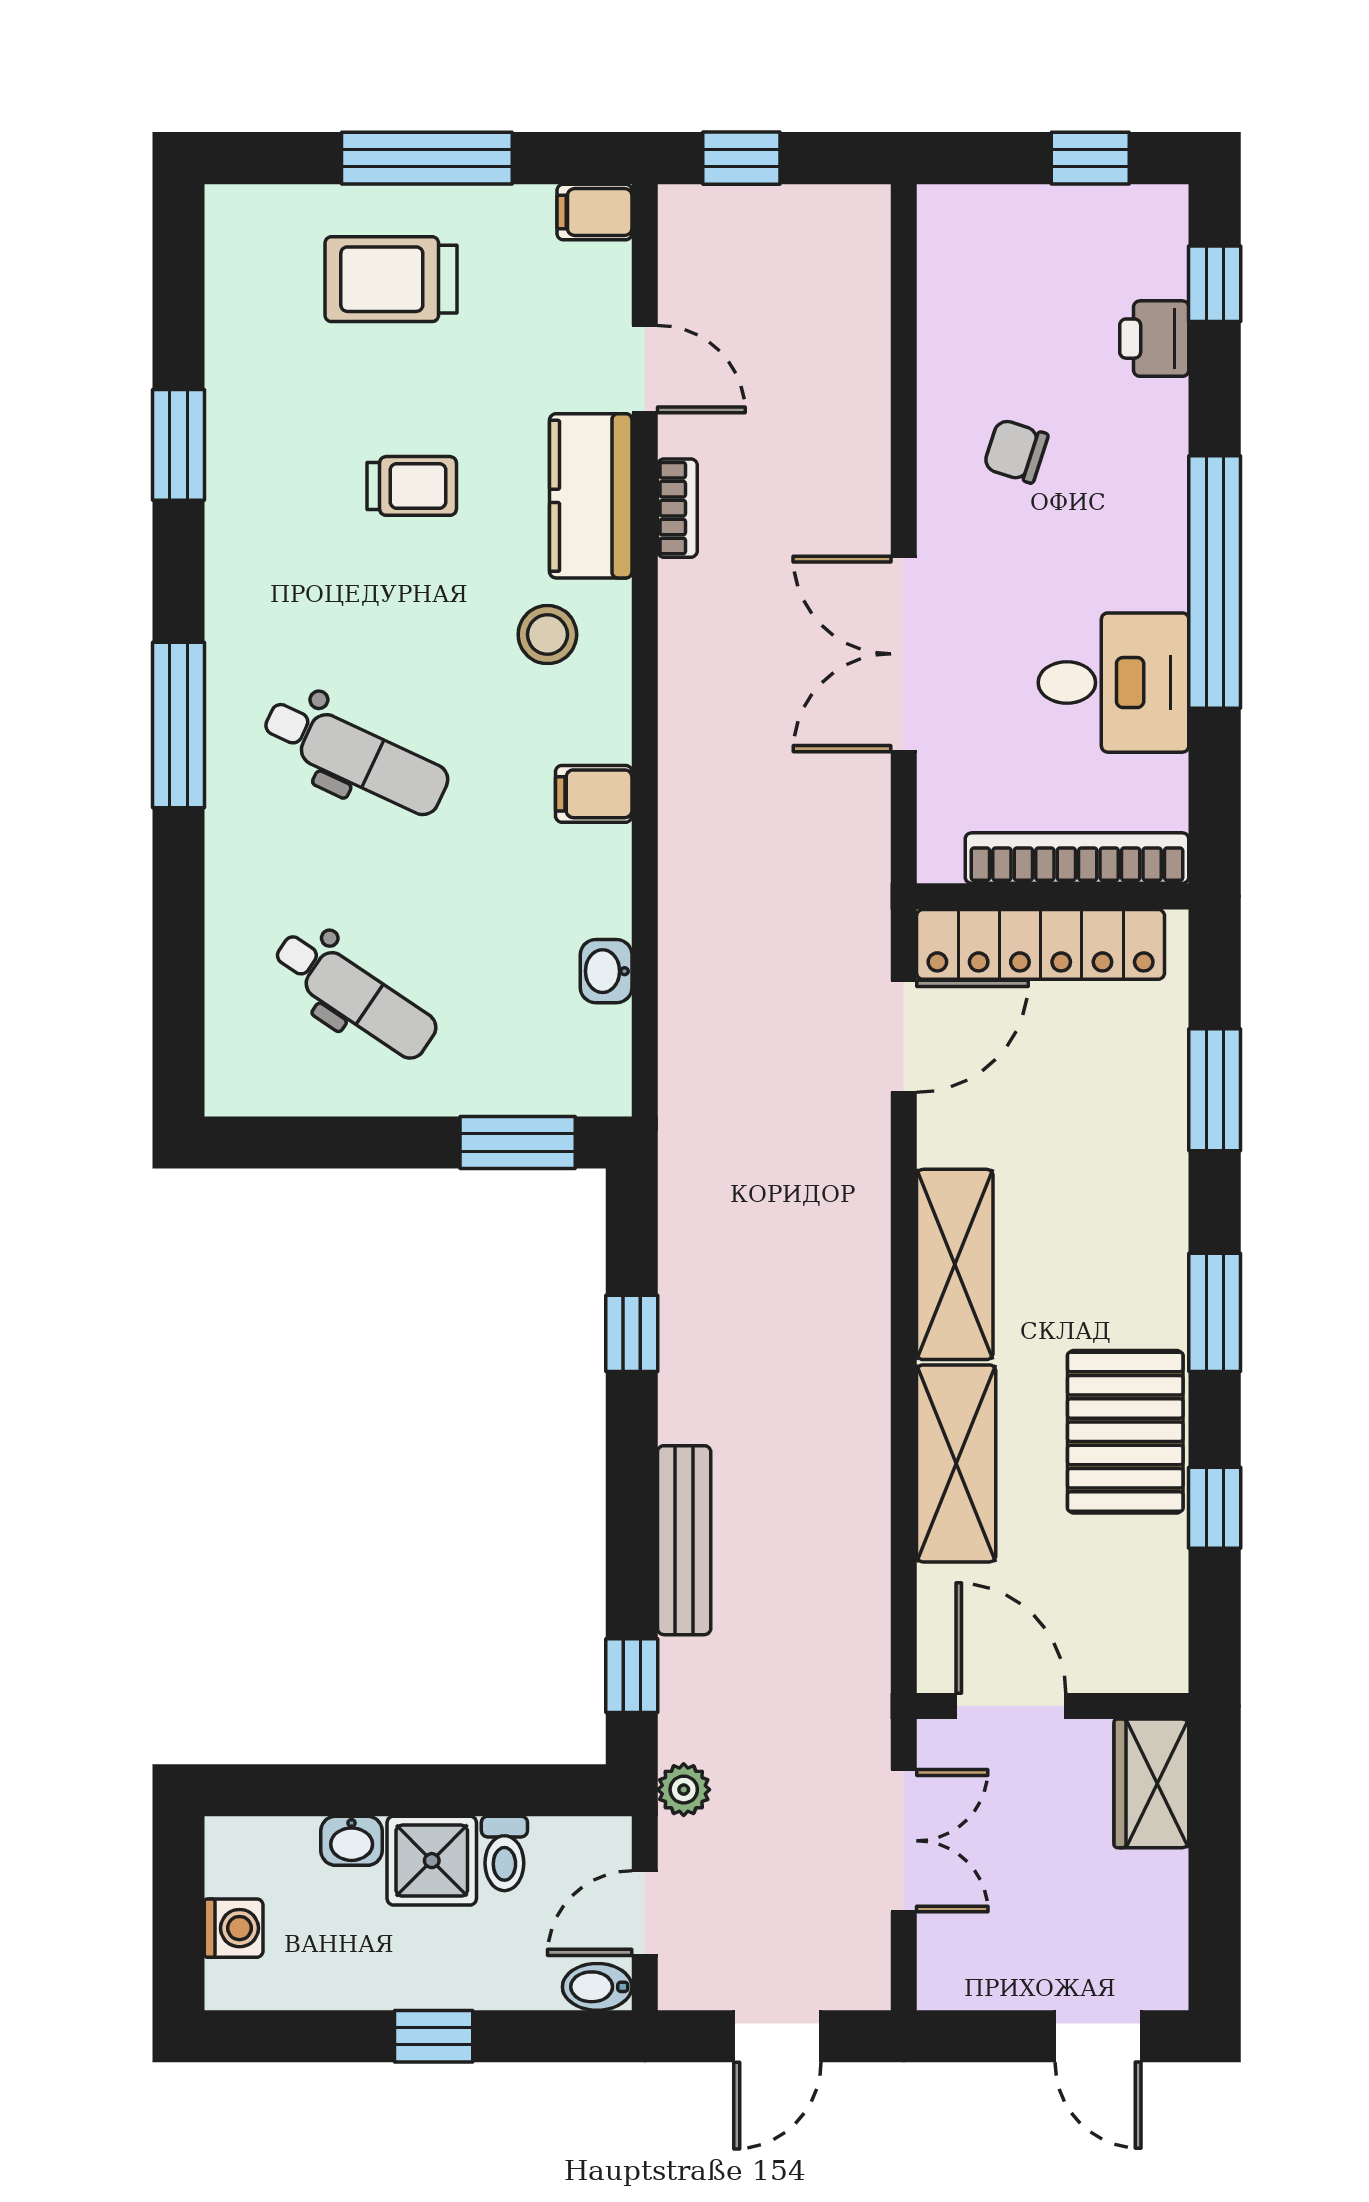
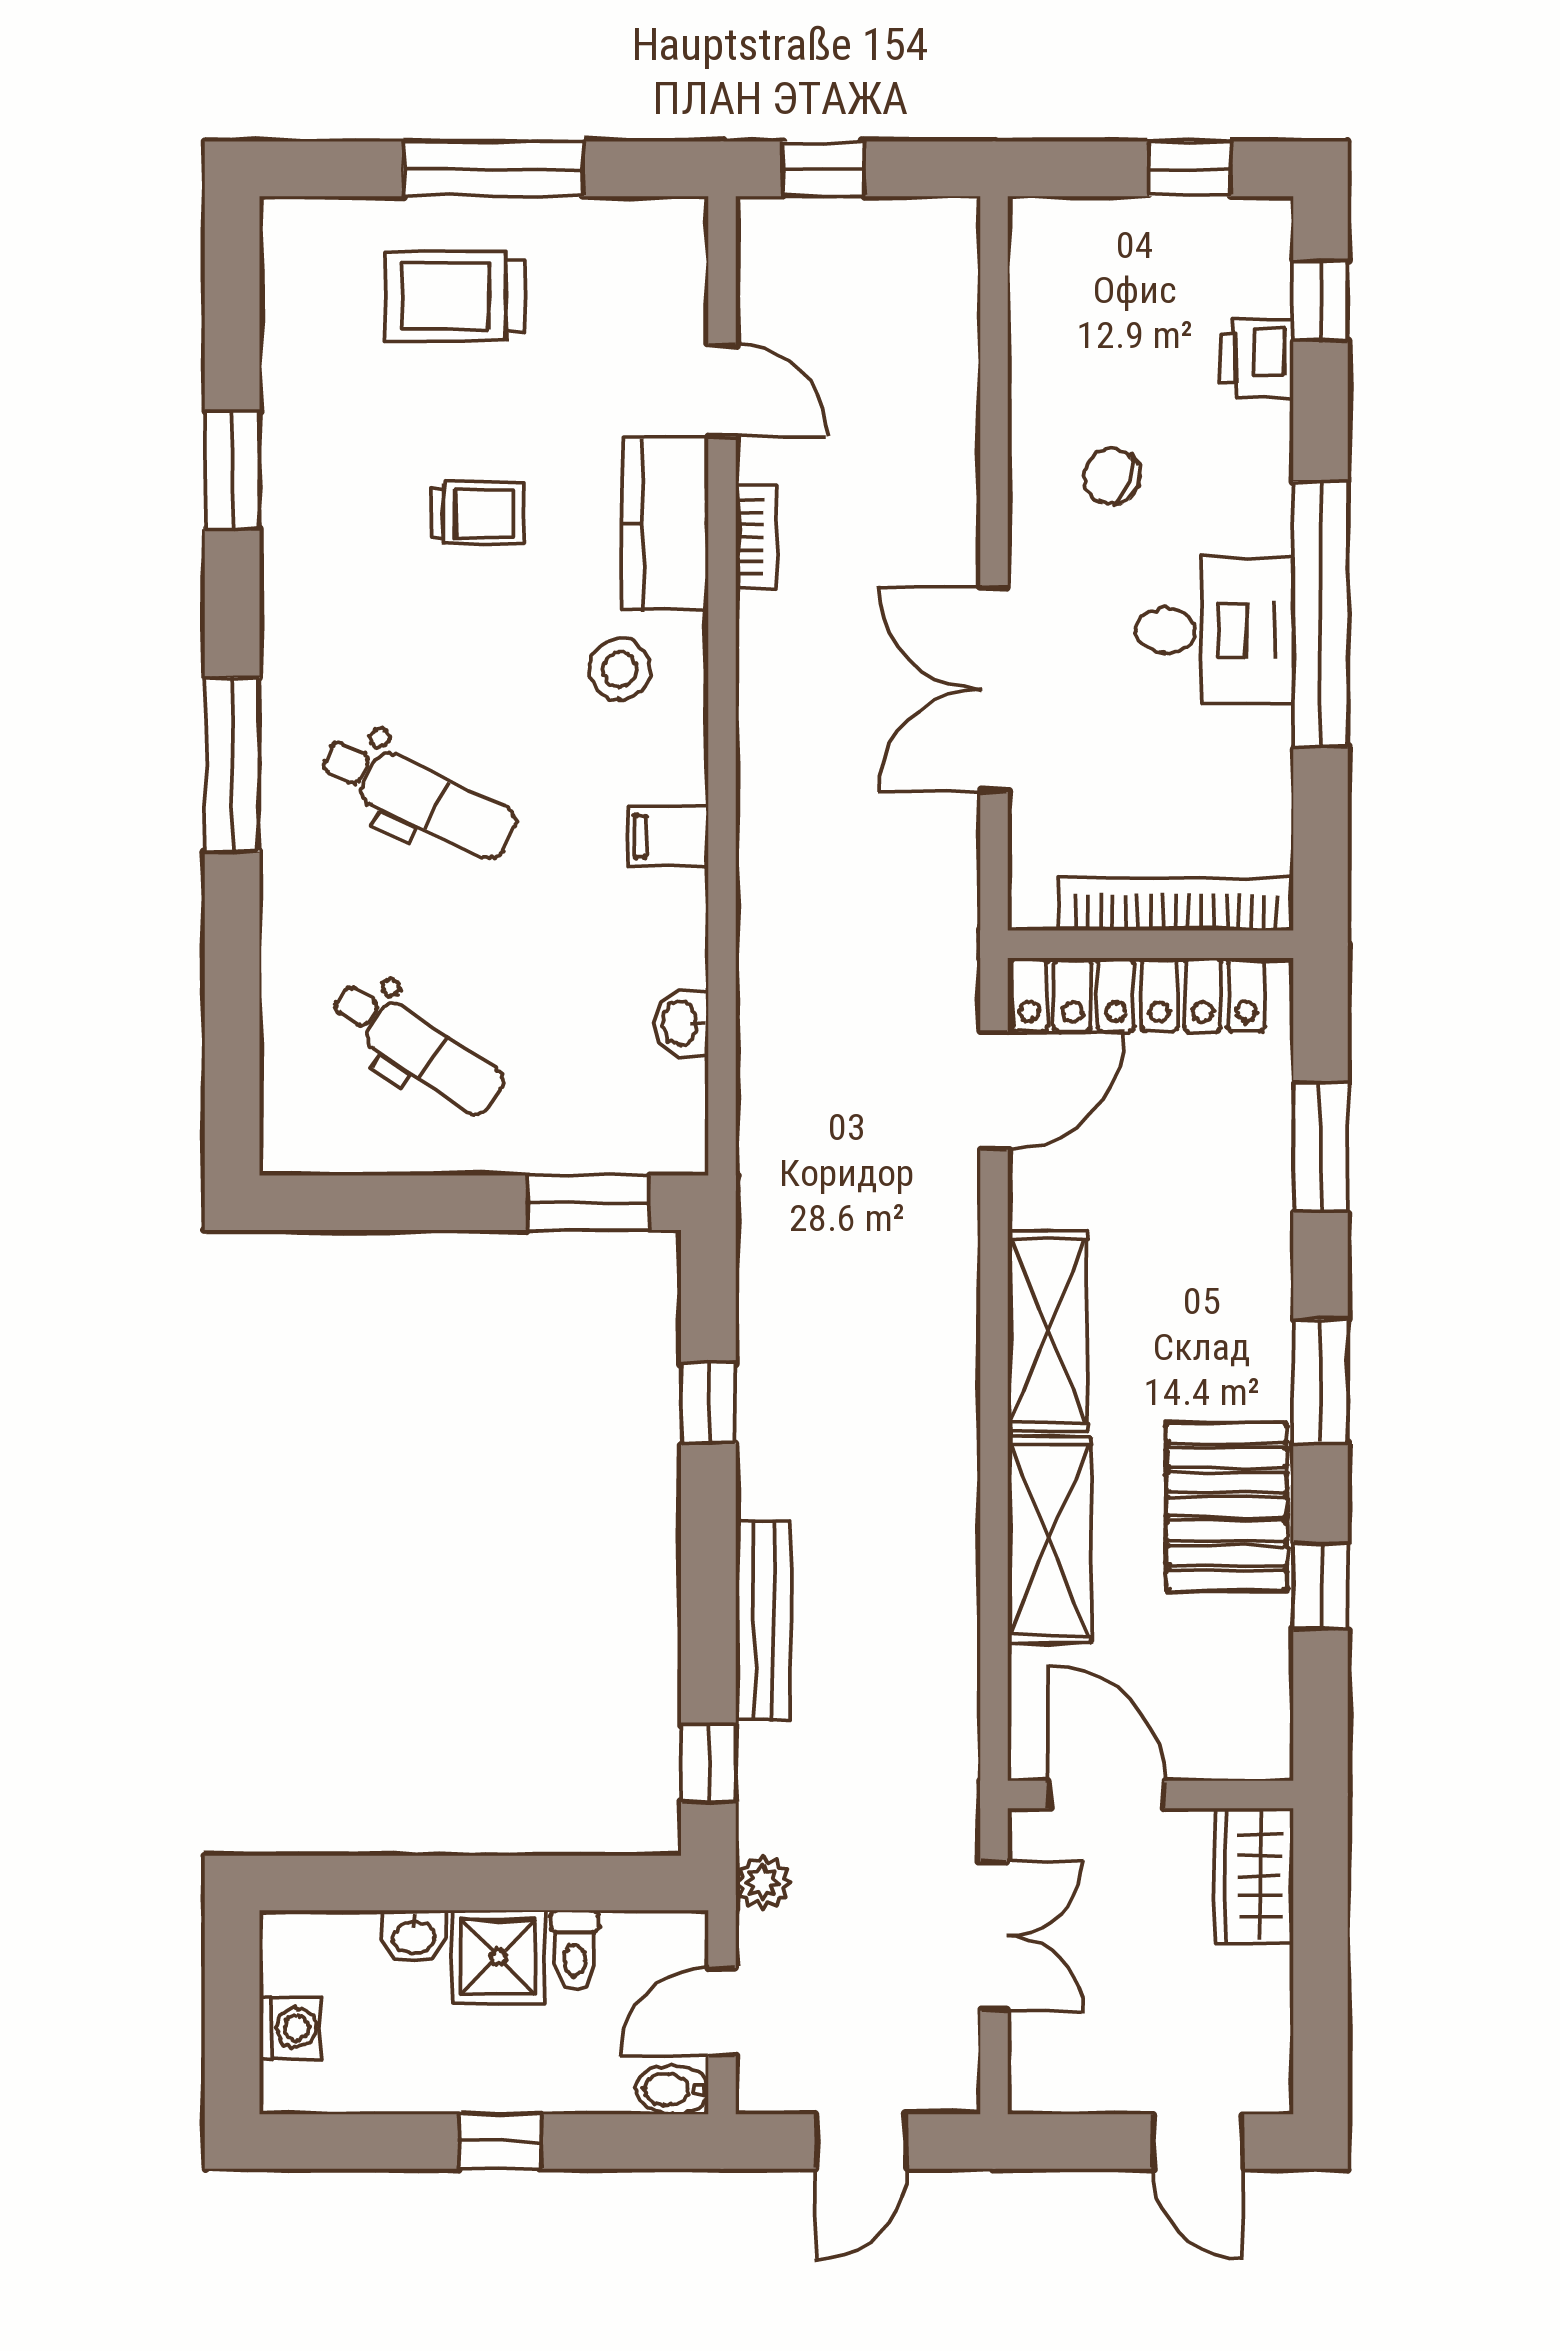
filing cabinet: (594, 212) -> (669, 225), removed
desk: (1114, 683) -> (1214, 631), moved

